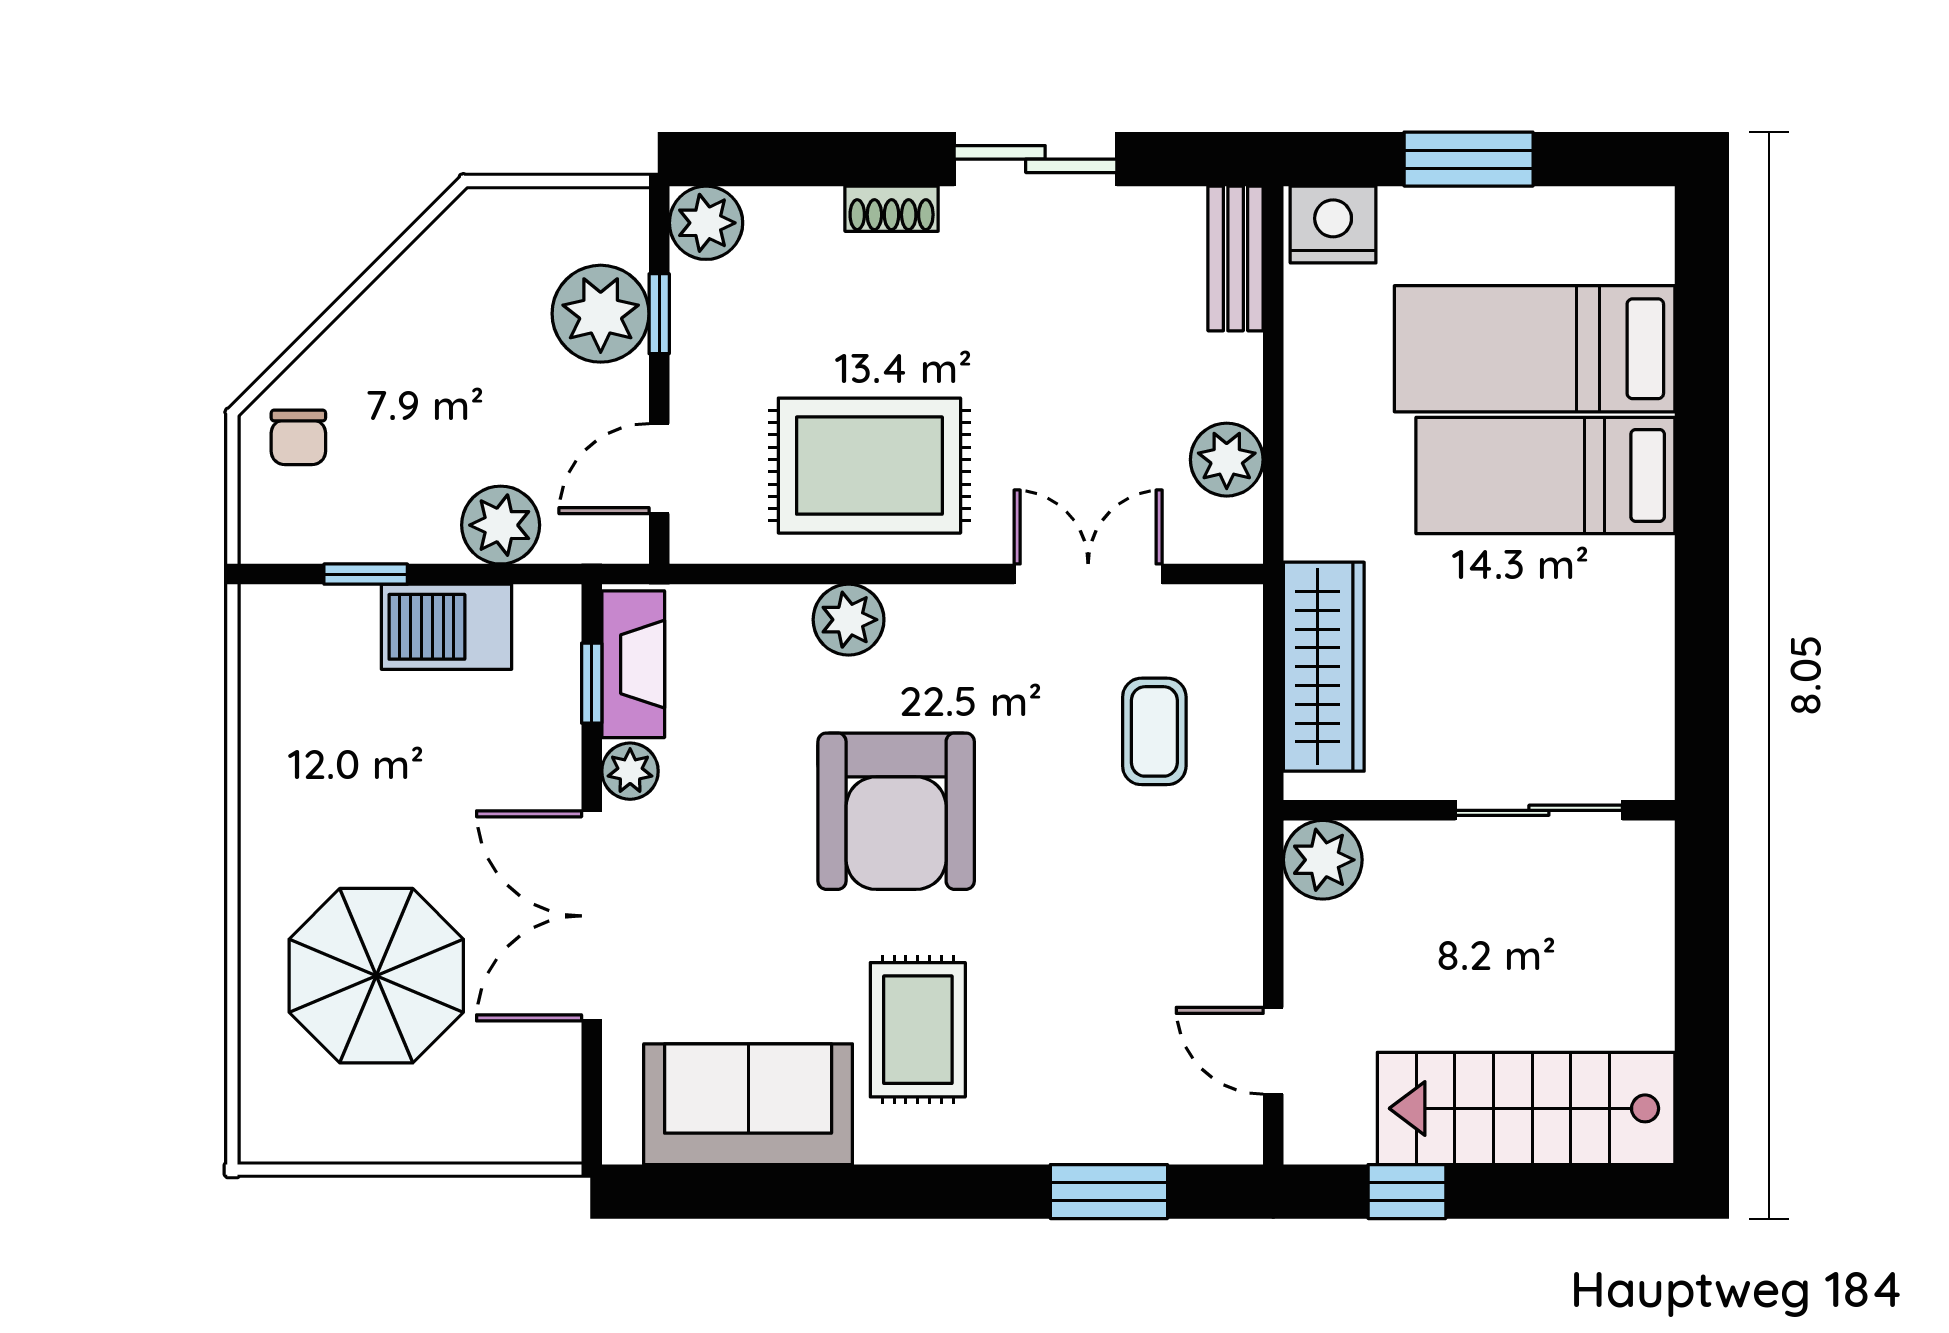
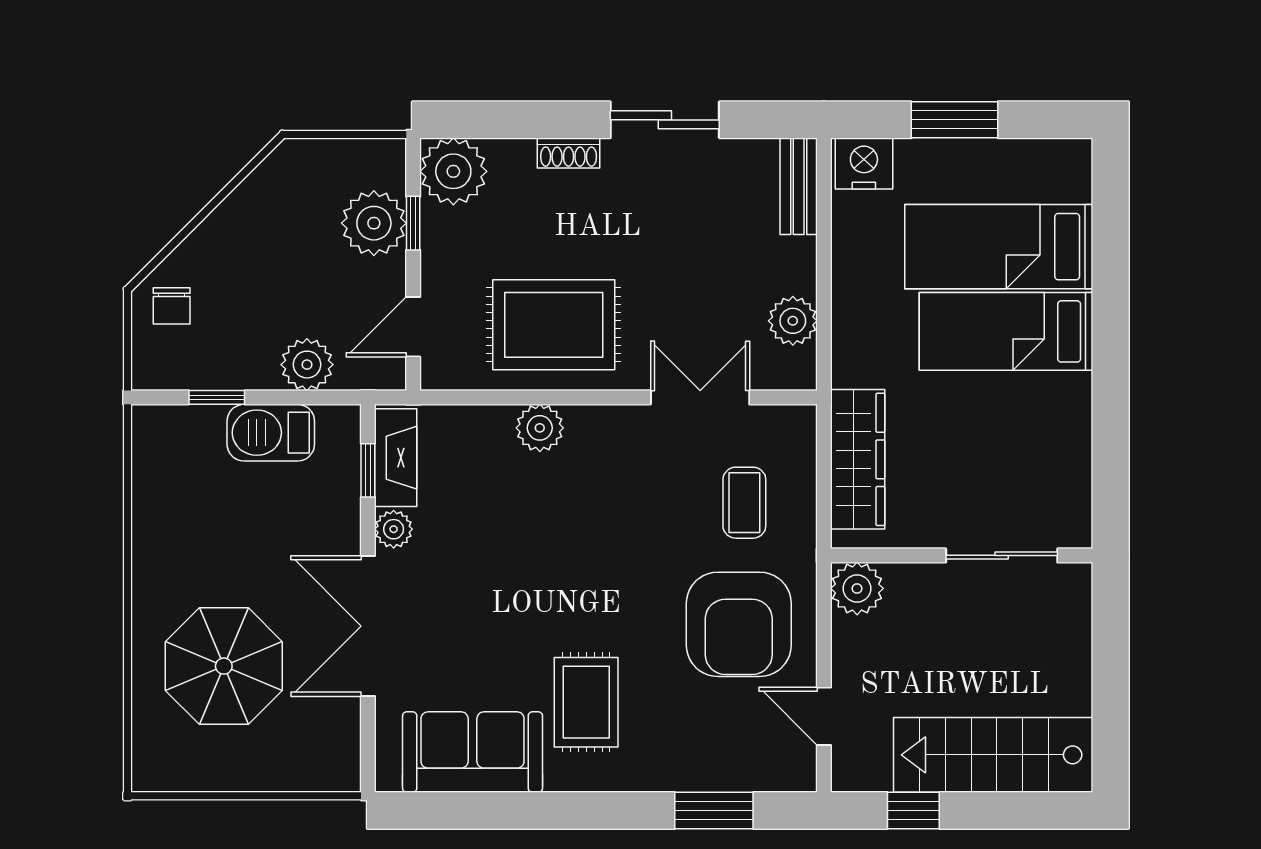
plant: (706, 223) -> (453, 171), width x1.36, depth x1.36
armchair: (896, 811) -> (739, 624), moved

